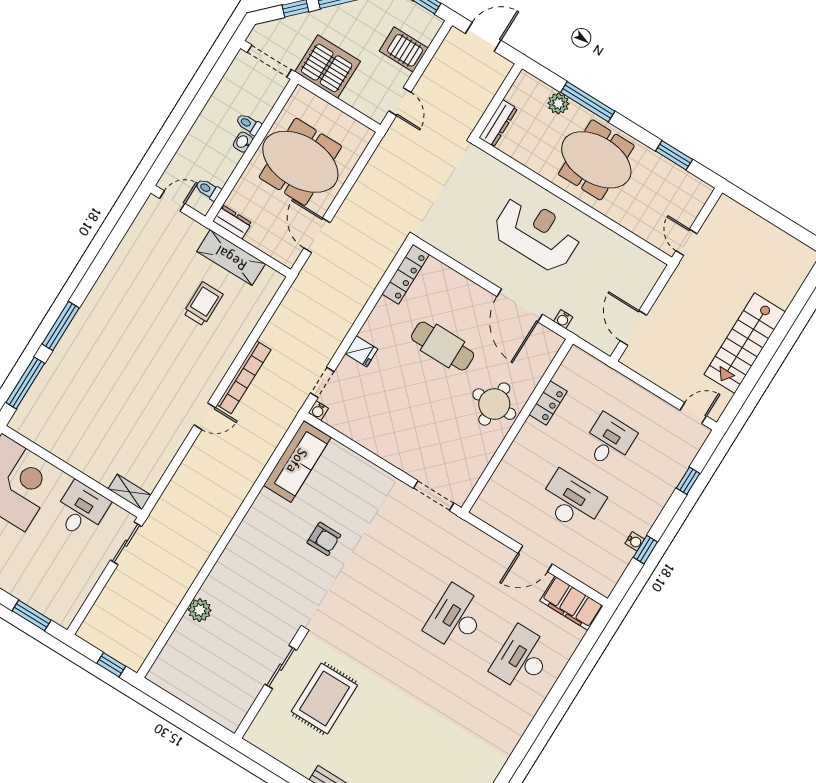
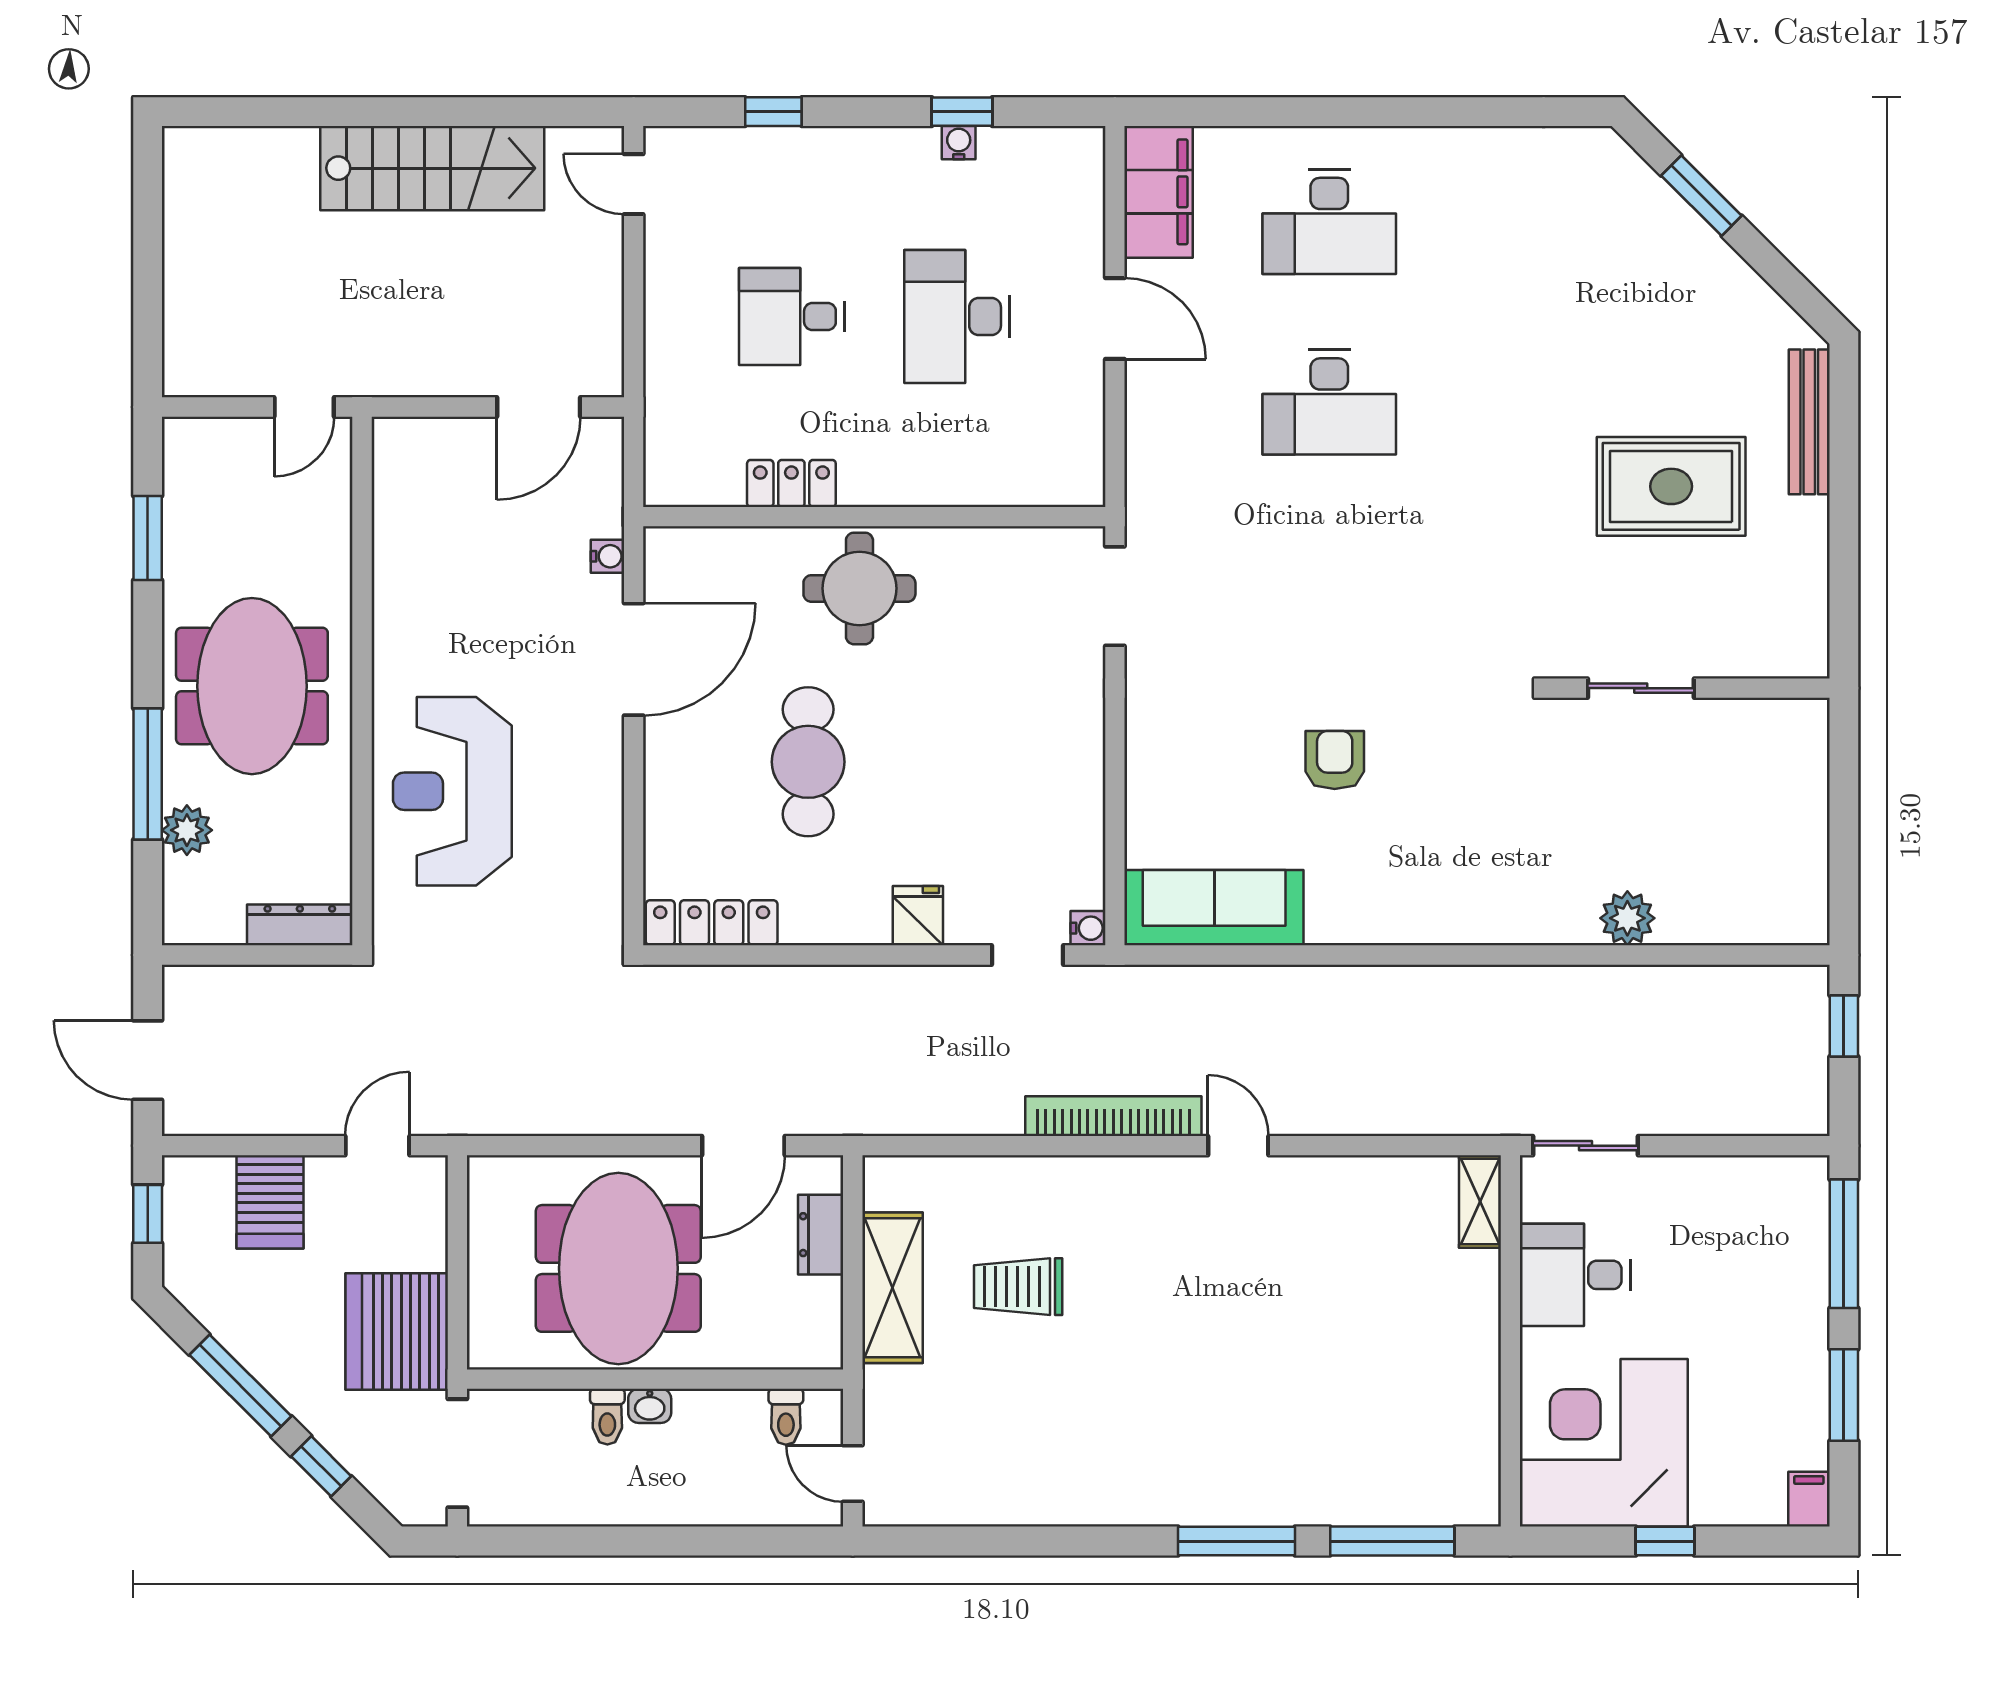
dresser: (232, 222) -> (821, 1235), moved
reception desk: (537, 233) -> (452, 791), moved
window: (32, 615) -> (1844, 1244), width x1.44
rug: (324, 698) -> (1671, 486), moved

